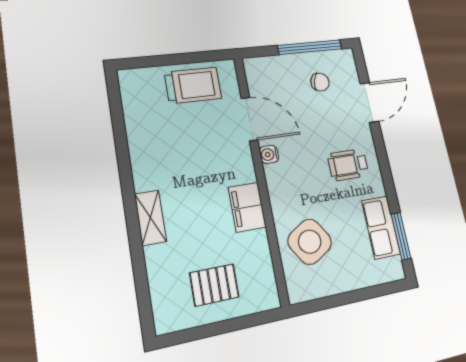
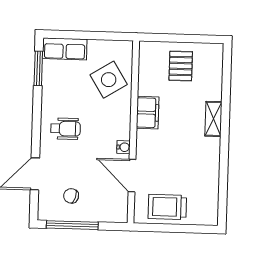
row of seats: (381, 227) -> (65, 49), moved, turned 90
pallet: (214, 285) -> (181, 66), turned 90

